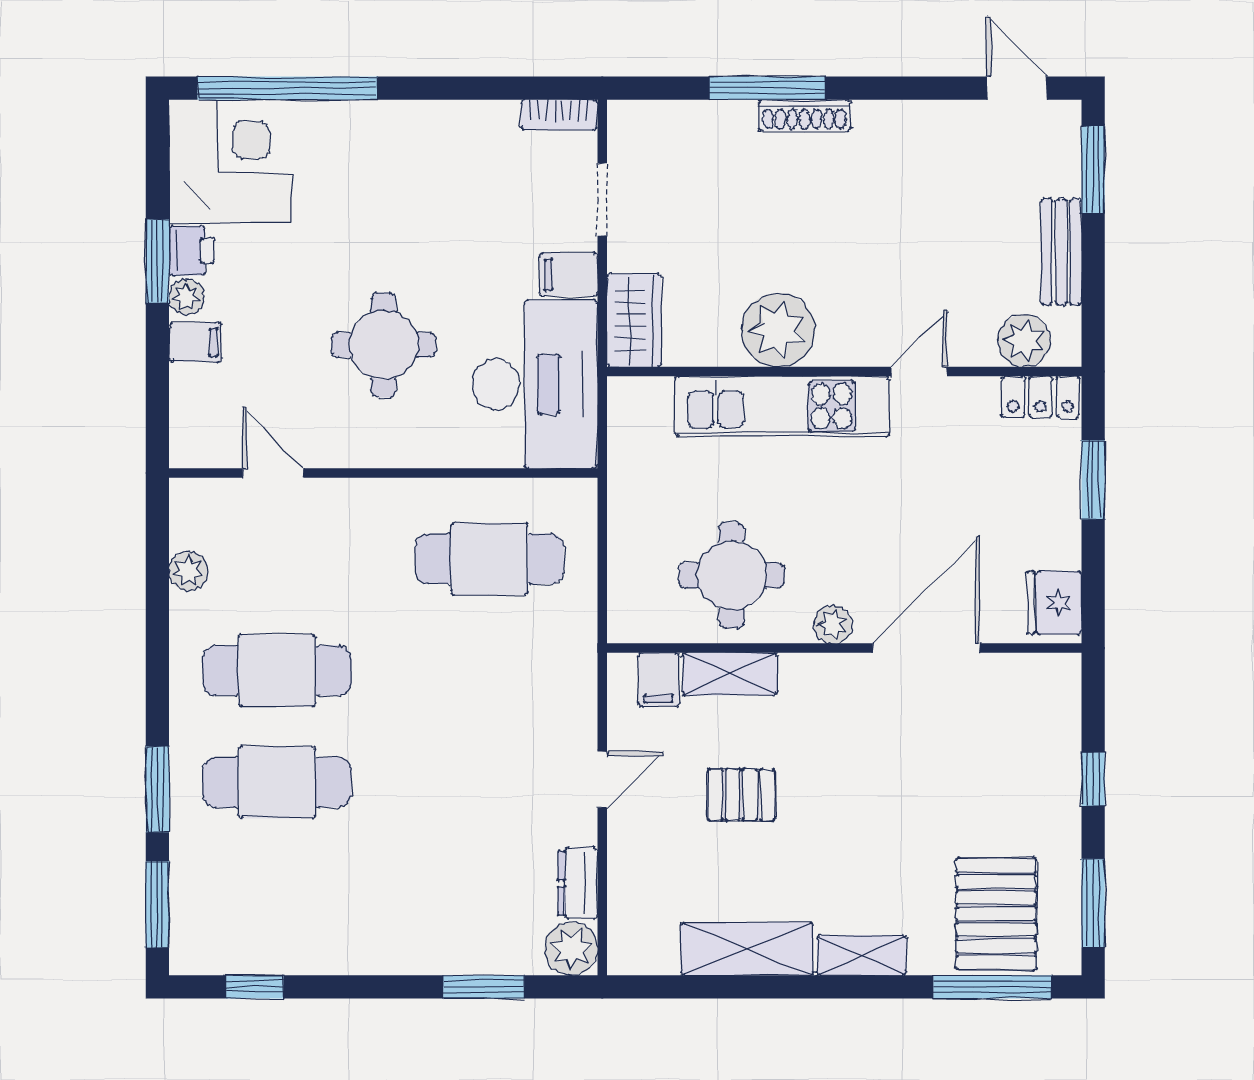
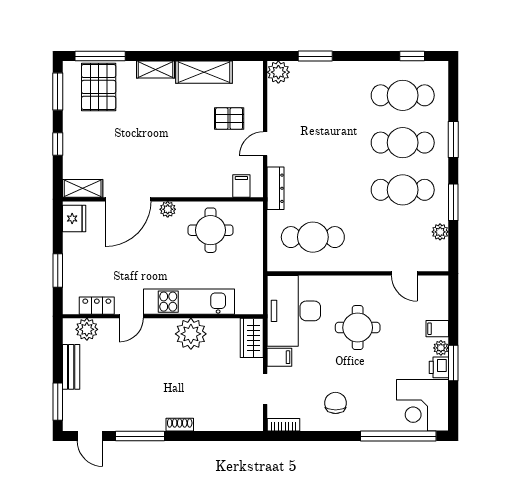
window: (767, 88) -> (140, 436), moved
shoe rack: (804, 115) -> (180, 425), width x0.70
chair: (436, 167) -> (336, 403), added
locker: (1041, 397) -> (97, 306), moved
shelving: (730, 674) -> (83, 188), moved
pallet: (741, 795) -> (229, 119), moved
dresser: (578, 883) -> (276, 188), moved, width x1.44
cafe table: (277, 894) -> (403, 95), added
window: (157, 905) -> (453, 202), moved

